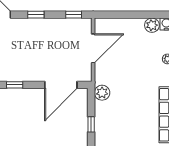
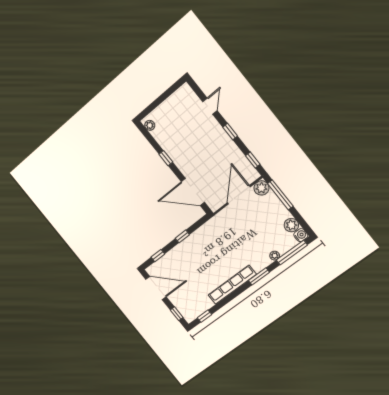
window: (120, 15) -> (280, 195), added
door: (93, 48) -> (239, 195), swing flipped
plant: (102, 93) -> (261, 188), moved

